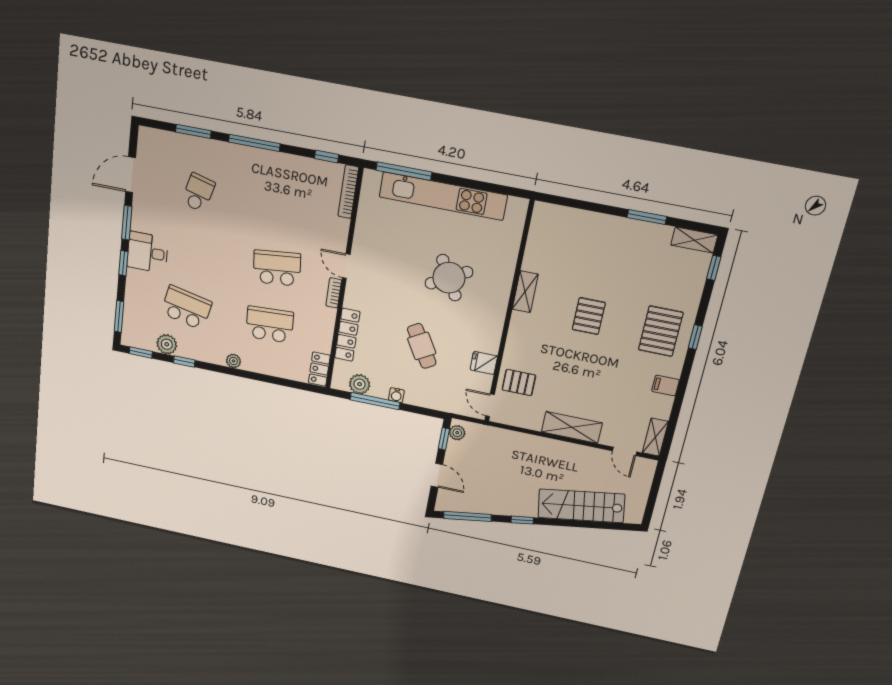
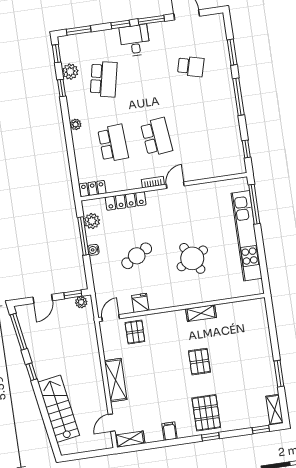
bookcase: (348, 192) -> (227, 171), removed
pallet: (589, 316) -> (199, 362), turned 90
pallet: (661, 331) -> (206, 413), turned 90

